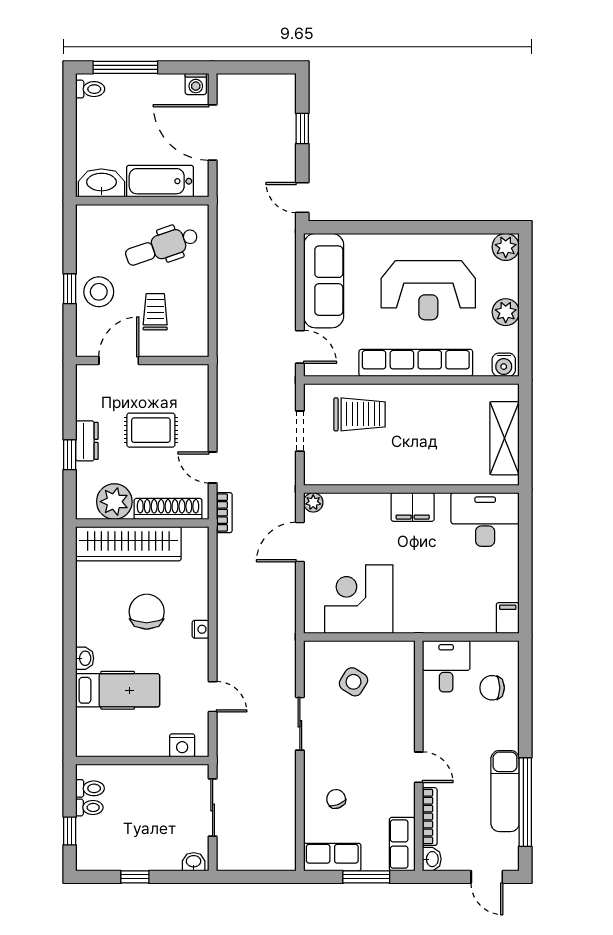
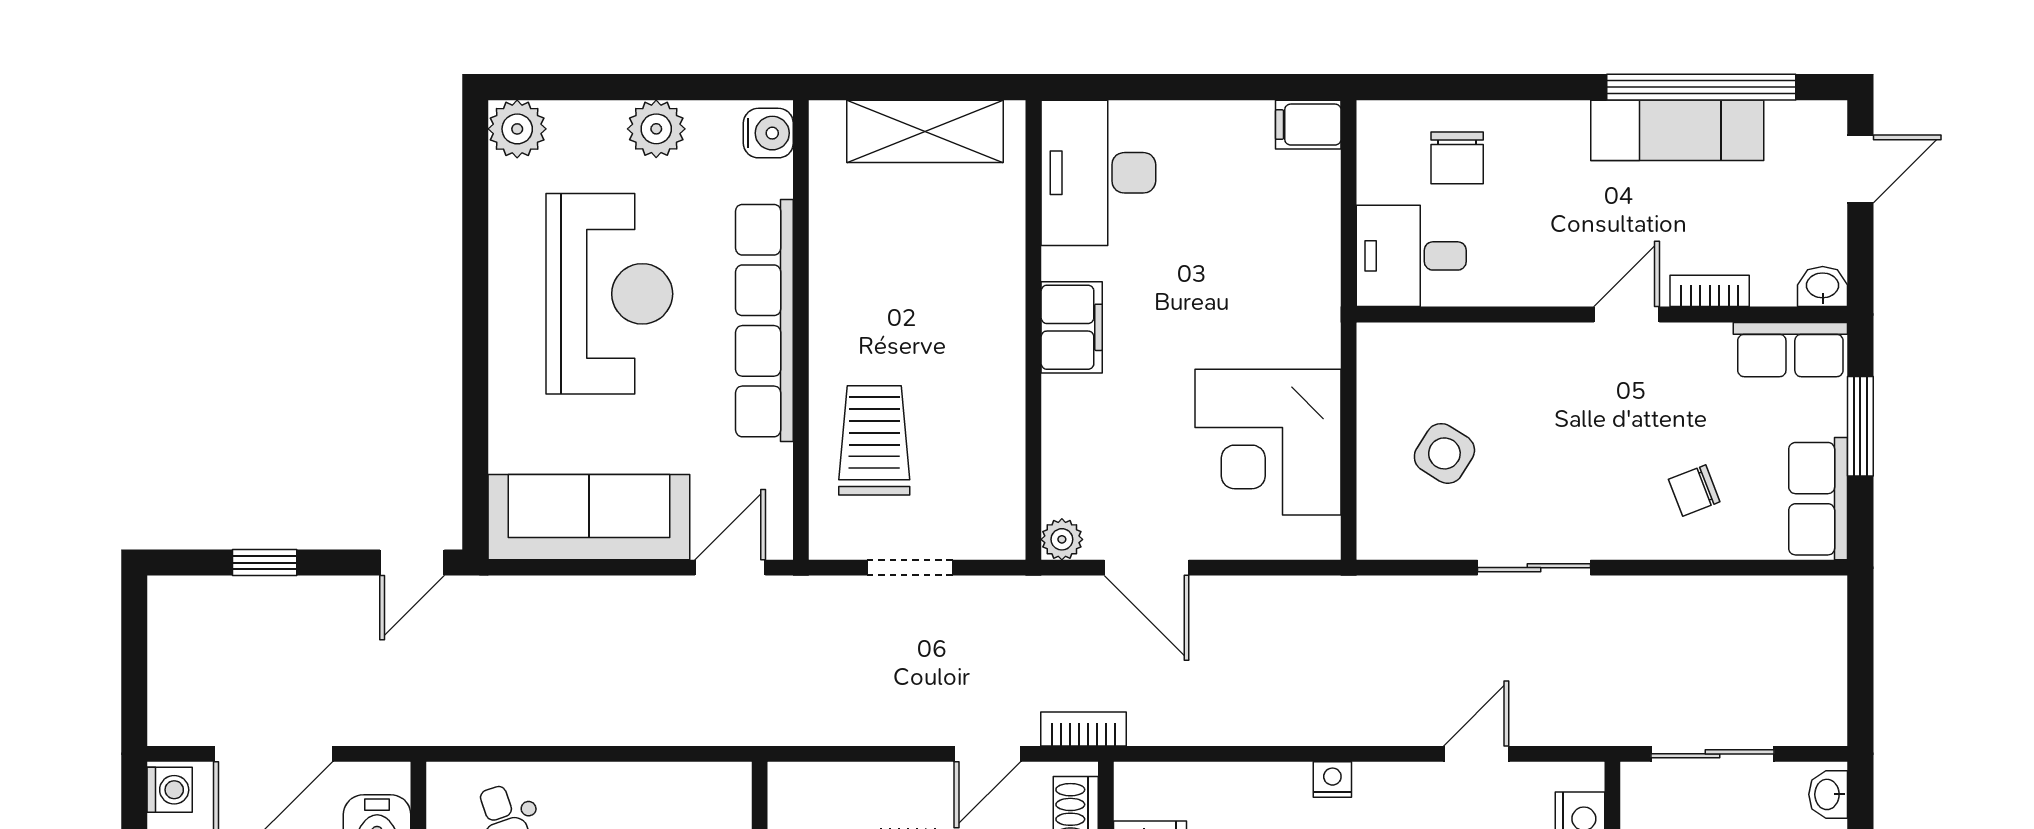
bookcase: (430, 817) -> (1710, 291), width x0.64

